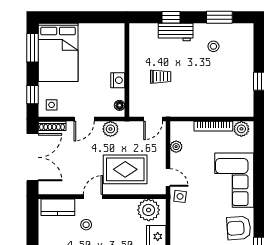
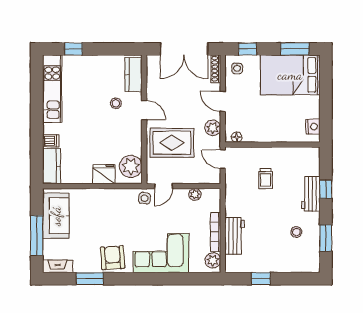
nightstand: (118, 80) -> (313, 127), moved, turned -90
workbench: (217, 107) -> (235, 236), added
door: (153, 119) -> (223, 159), moved
rug: (125, 169) -> (172, 143), turned 90

